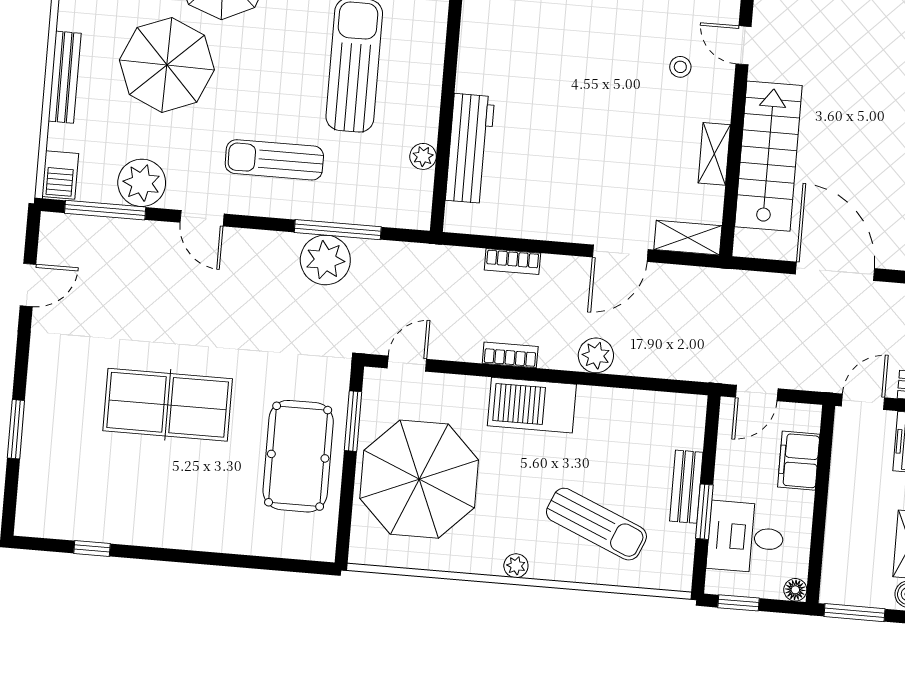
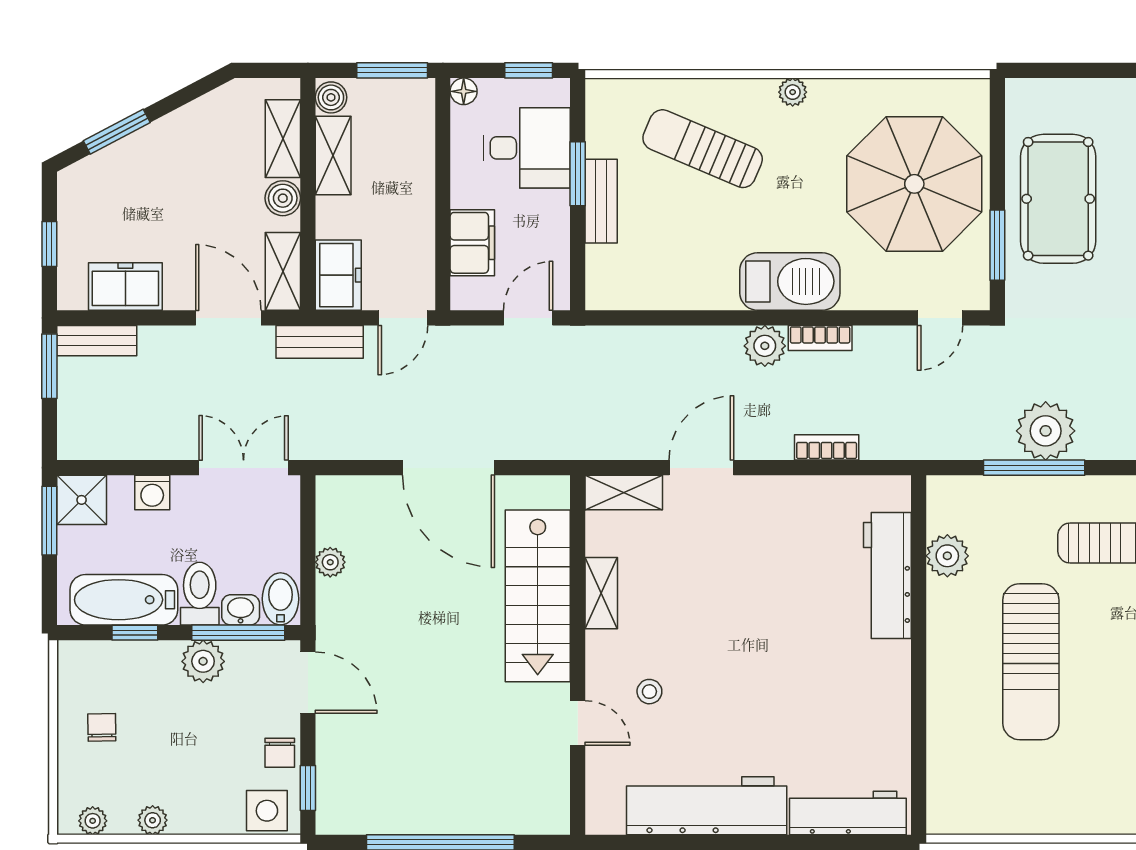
plant: (423, 156) -> (947, 556), width x1.38, depth x1.38
plant: (596, 355) -> (765, 346), moved

